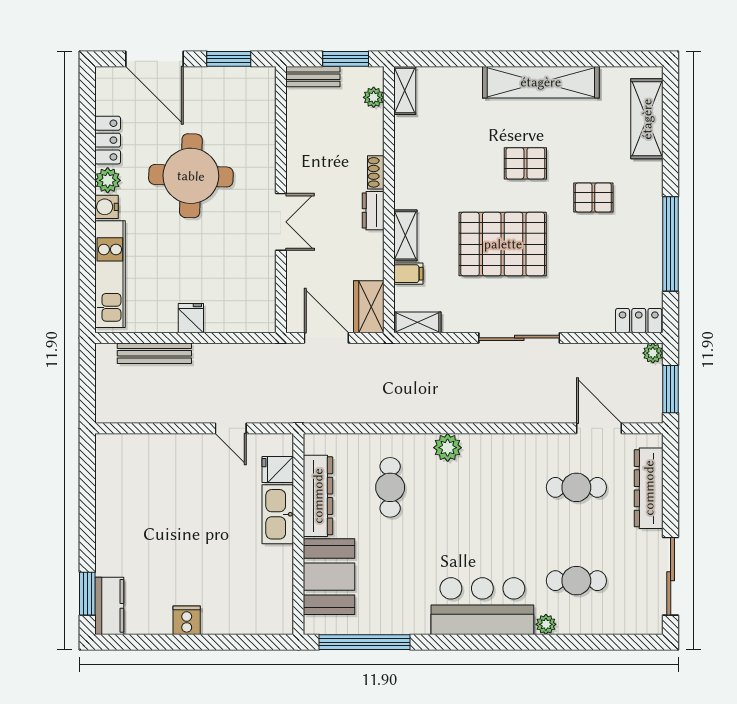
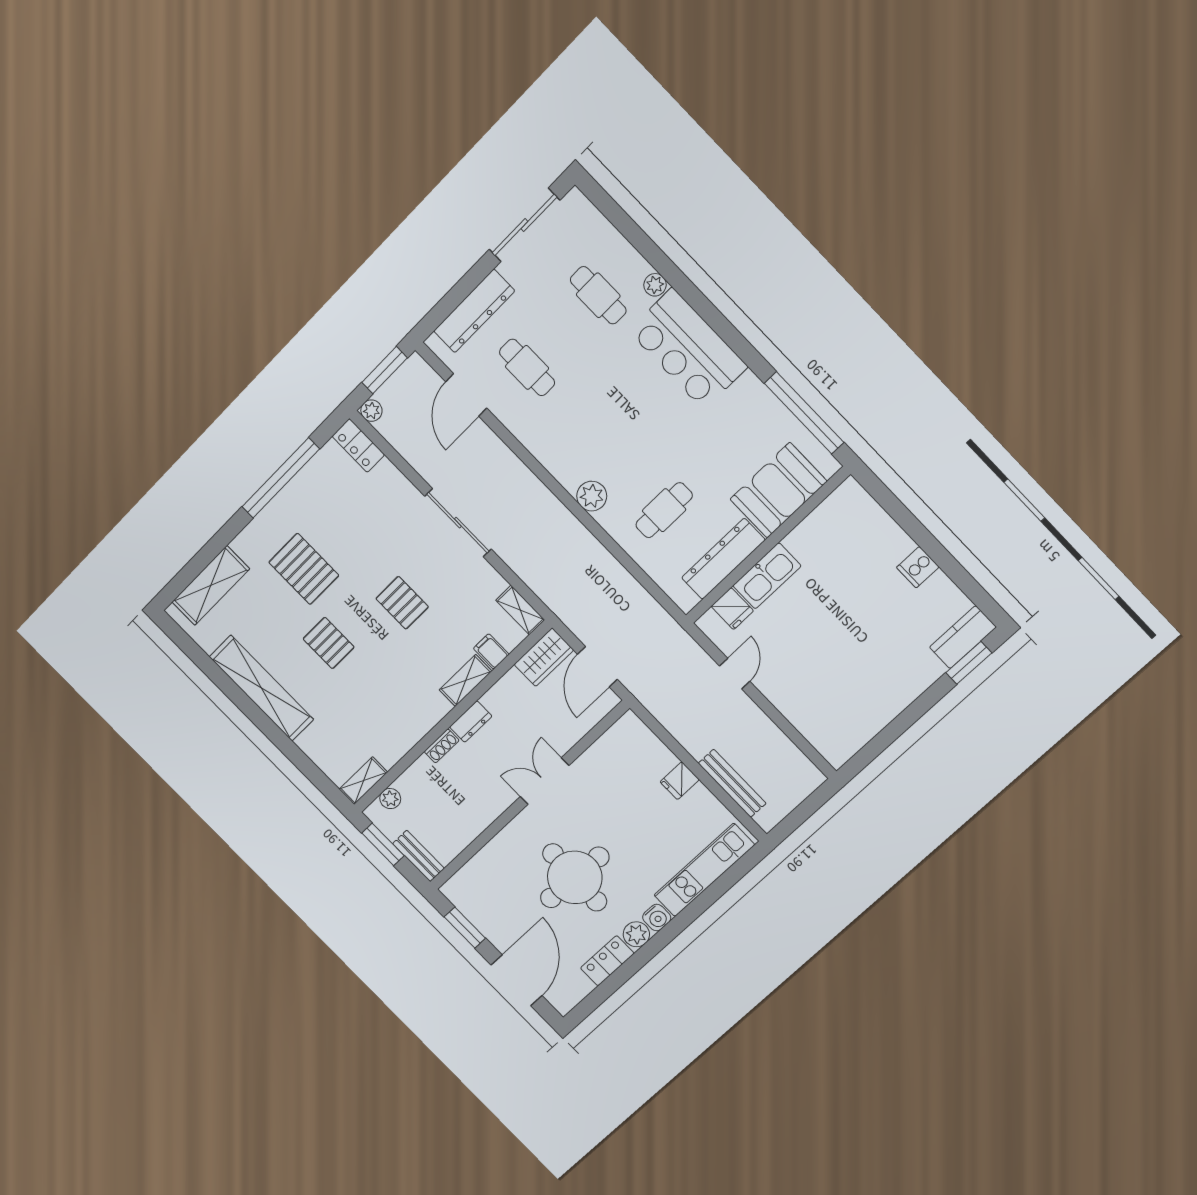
pallet: (593, 198) -> (304, 569), width x1.50, depth x1.42
pallet: (503, 244) -> (402, 603), width x0.49, depth x0.50

